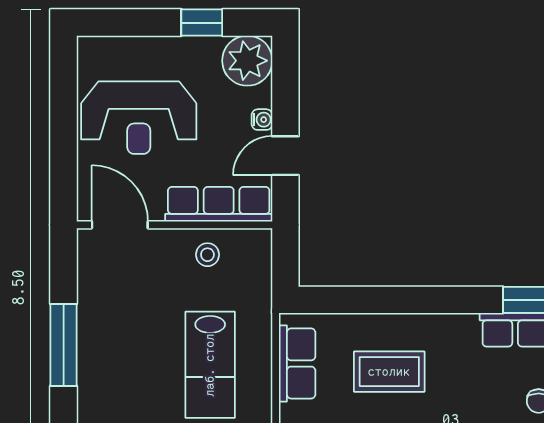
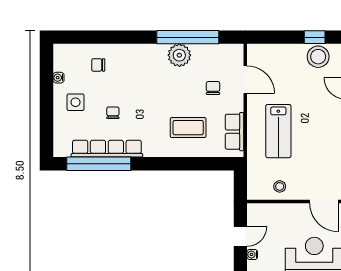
row of seats: (219, 204) -> (274, 212), removed
lab bench: (210, 365) -> (278, 131), turned 180

